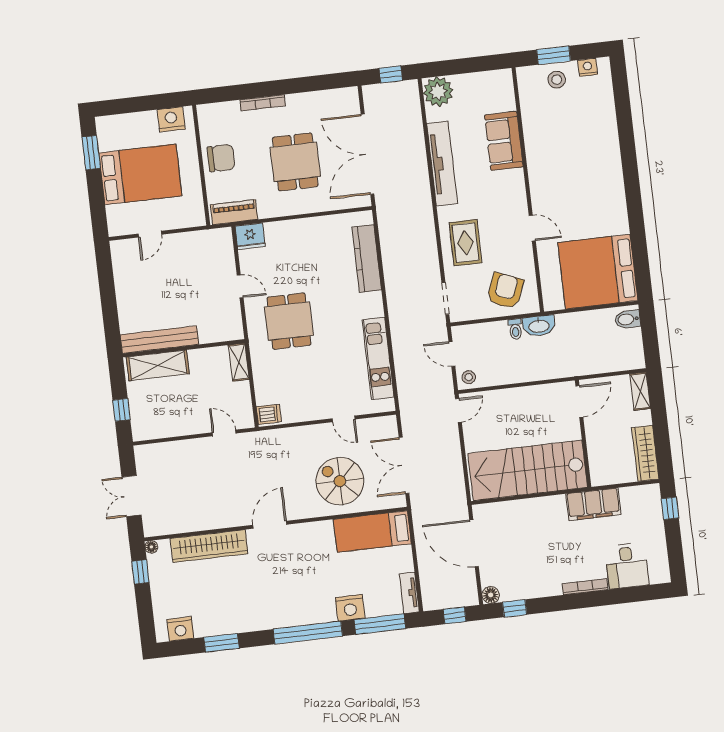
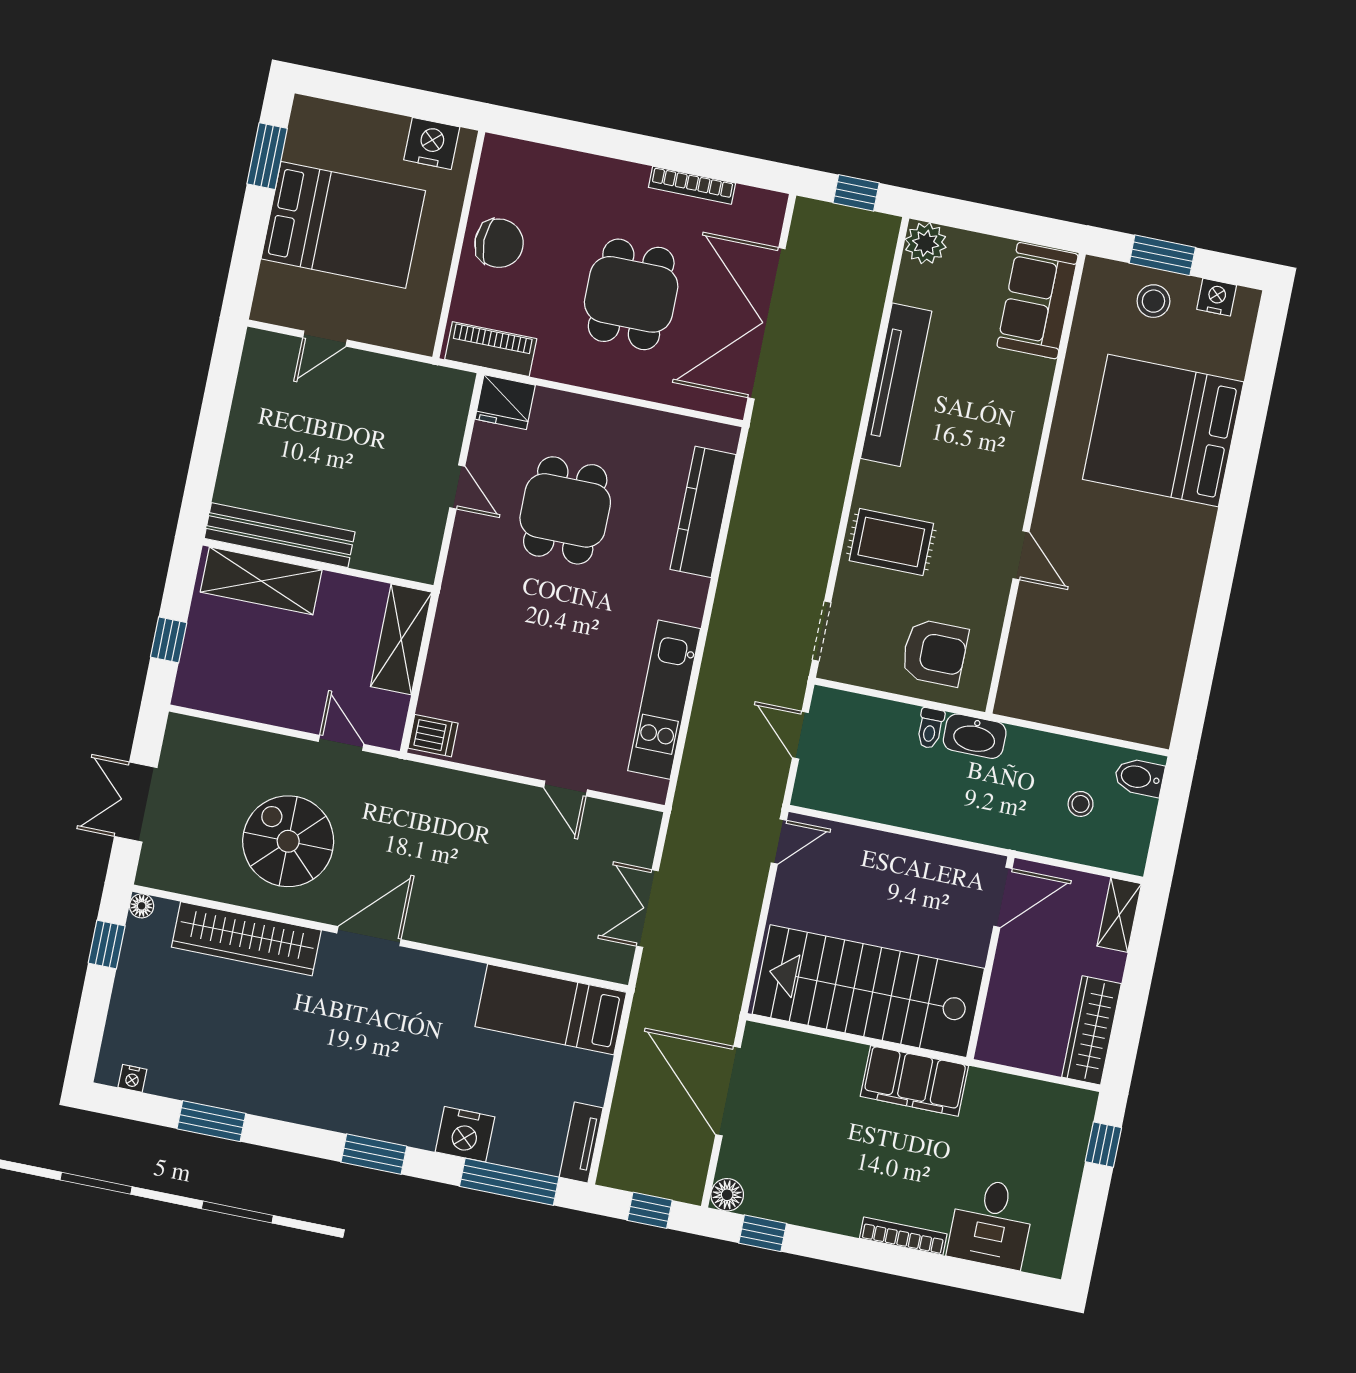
plant: (438, 92) -> (926, 243), width x0.73, depth x0.73
bookcase: (263, 103) -> (692, 185), moved
sofa: (504, 141) -> (1037, 301), moved
rug: (466, 243) -> (891, 542), turned 90
bed: (598, 272) -> (1163, 431), moved
armchair: (505, 291) -> (935, 653), turned 68
dining table: (289, 321) -> (565, 510), moved
shelving: (239, 362) -> (401, 639), width x1.50, depth x1.33
stool: (469, 377) -> (1081, 804), moved
double door: (404, 465) -> (647, 909), width x0.73
spiral stairs: (340, 481) -> (288, 841), moved
filing cabinet: (593, 504) -> (914, 1081), moved
nightstand: (180, 629) -> (132, 1078), width x0.53, depth x0.56
window: (308, 633) -> (374, 1154), width x0.47

